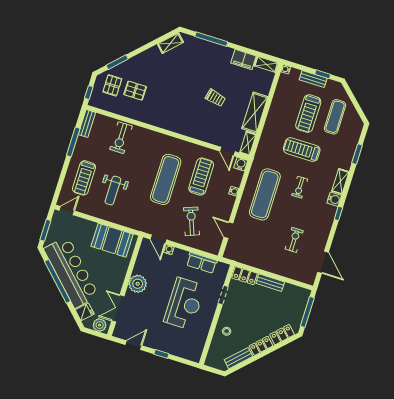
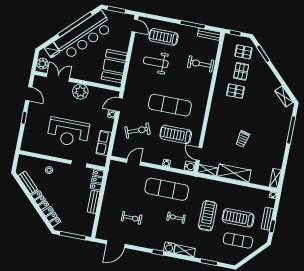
filing cabinet: (243, 60) -> (277, 159), removed
pallet: (158, 100) -> (235, 91), added
door: (227, 151) -> (199, 154), hinge flipped
treadmill: (201, 177) -> (176, 134), turned 180

